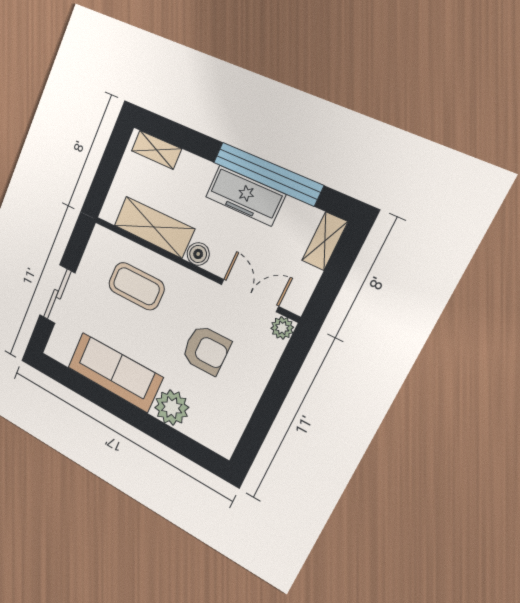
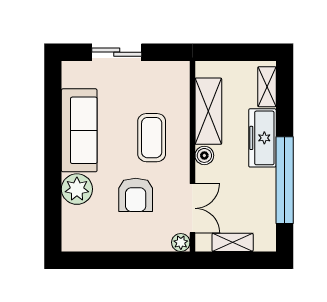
freezer: (245, 196) -> (262, 138), moved
shelving: (325, 241) -> (233, 242), moved
coffee table: (136, 286) -> (152, 138), moved

